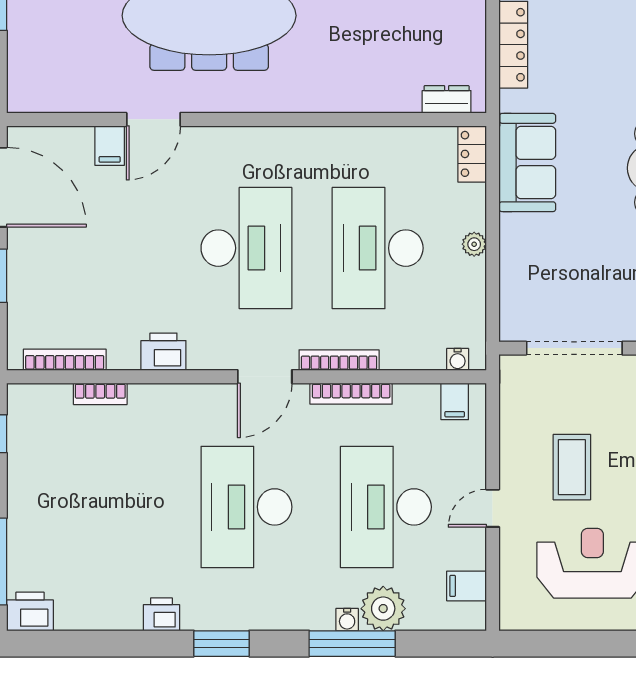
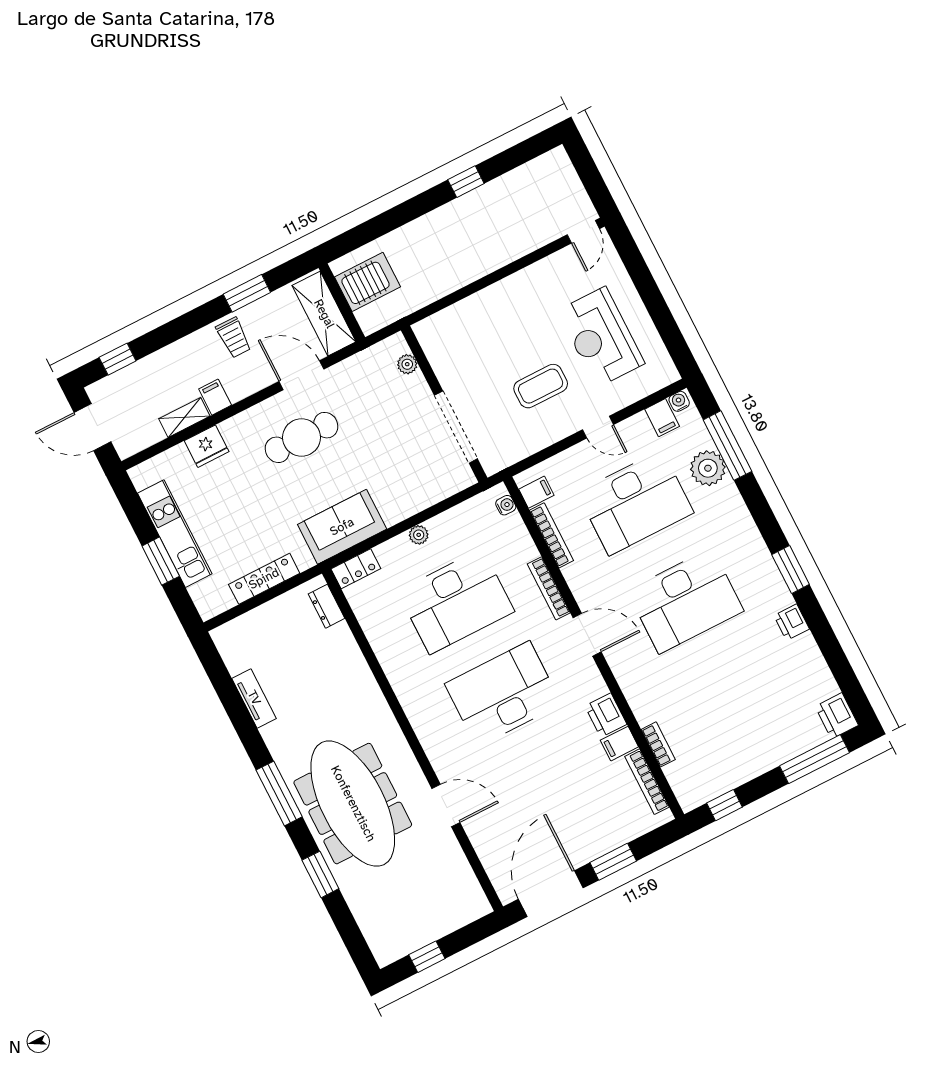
filing cabinet: (110, 146) -> (619, 744), moved, turned 180
bookcase: (351, 394) -> (551, 535), moved
water cooler: (347, 620) -> (679, 401), moved, turned -90
window: (352, 644) -> (727, 446), moved

